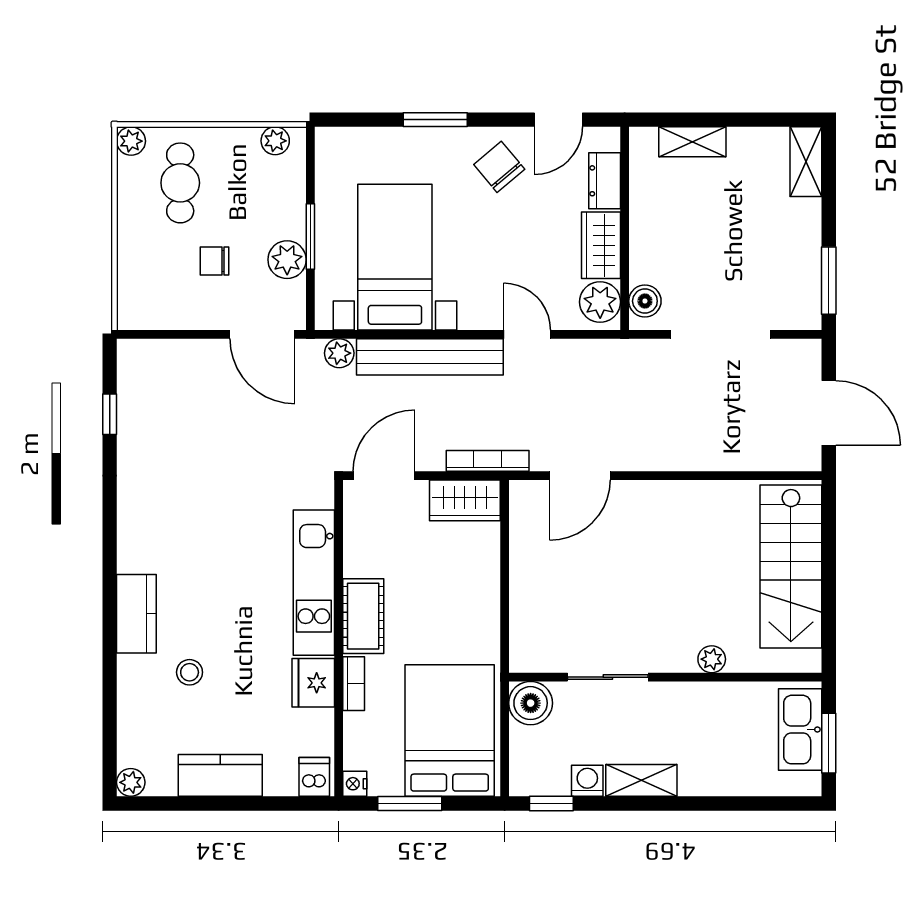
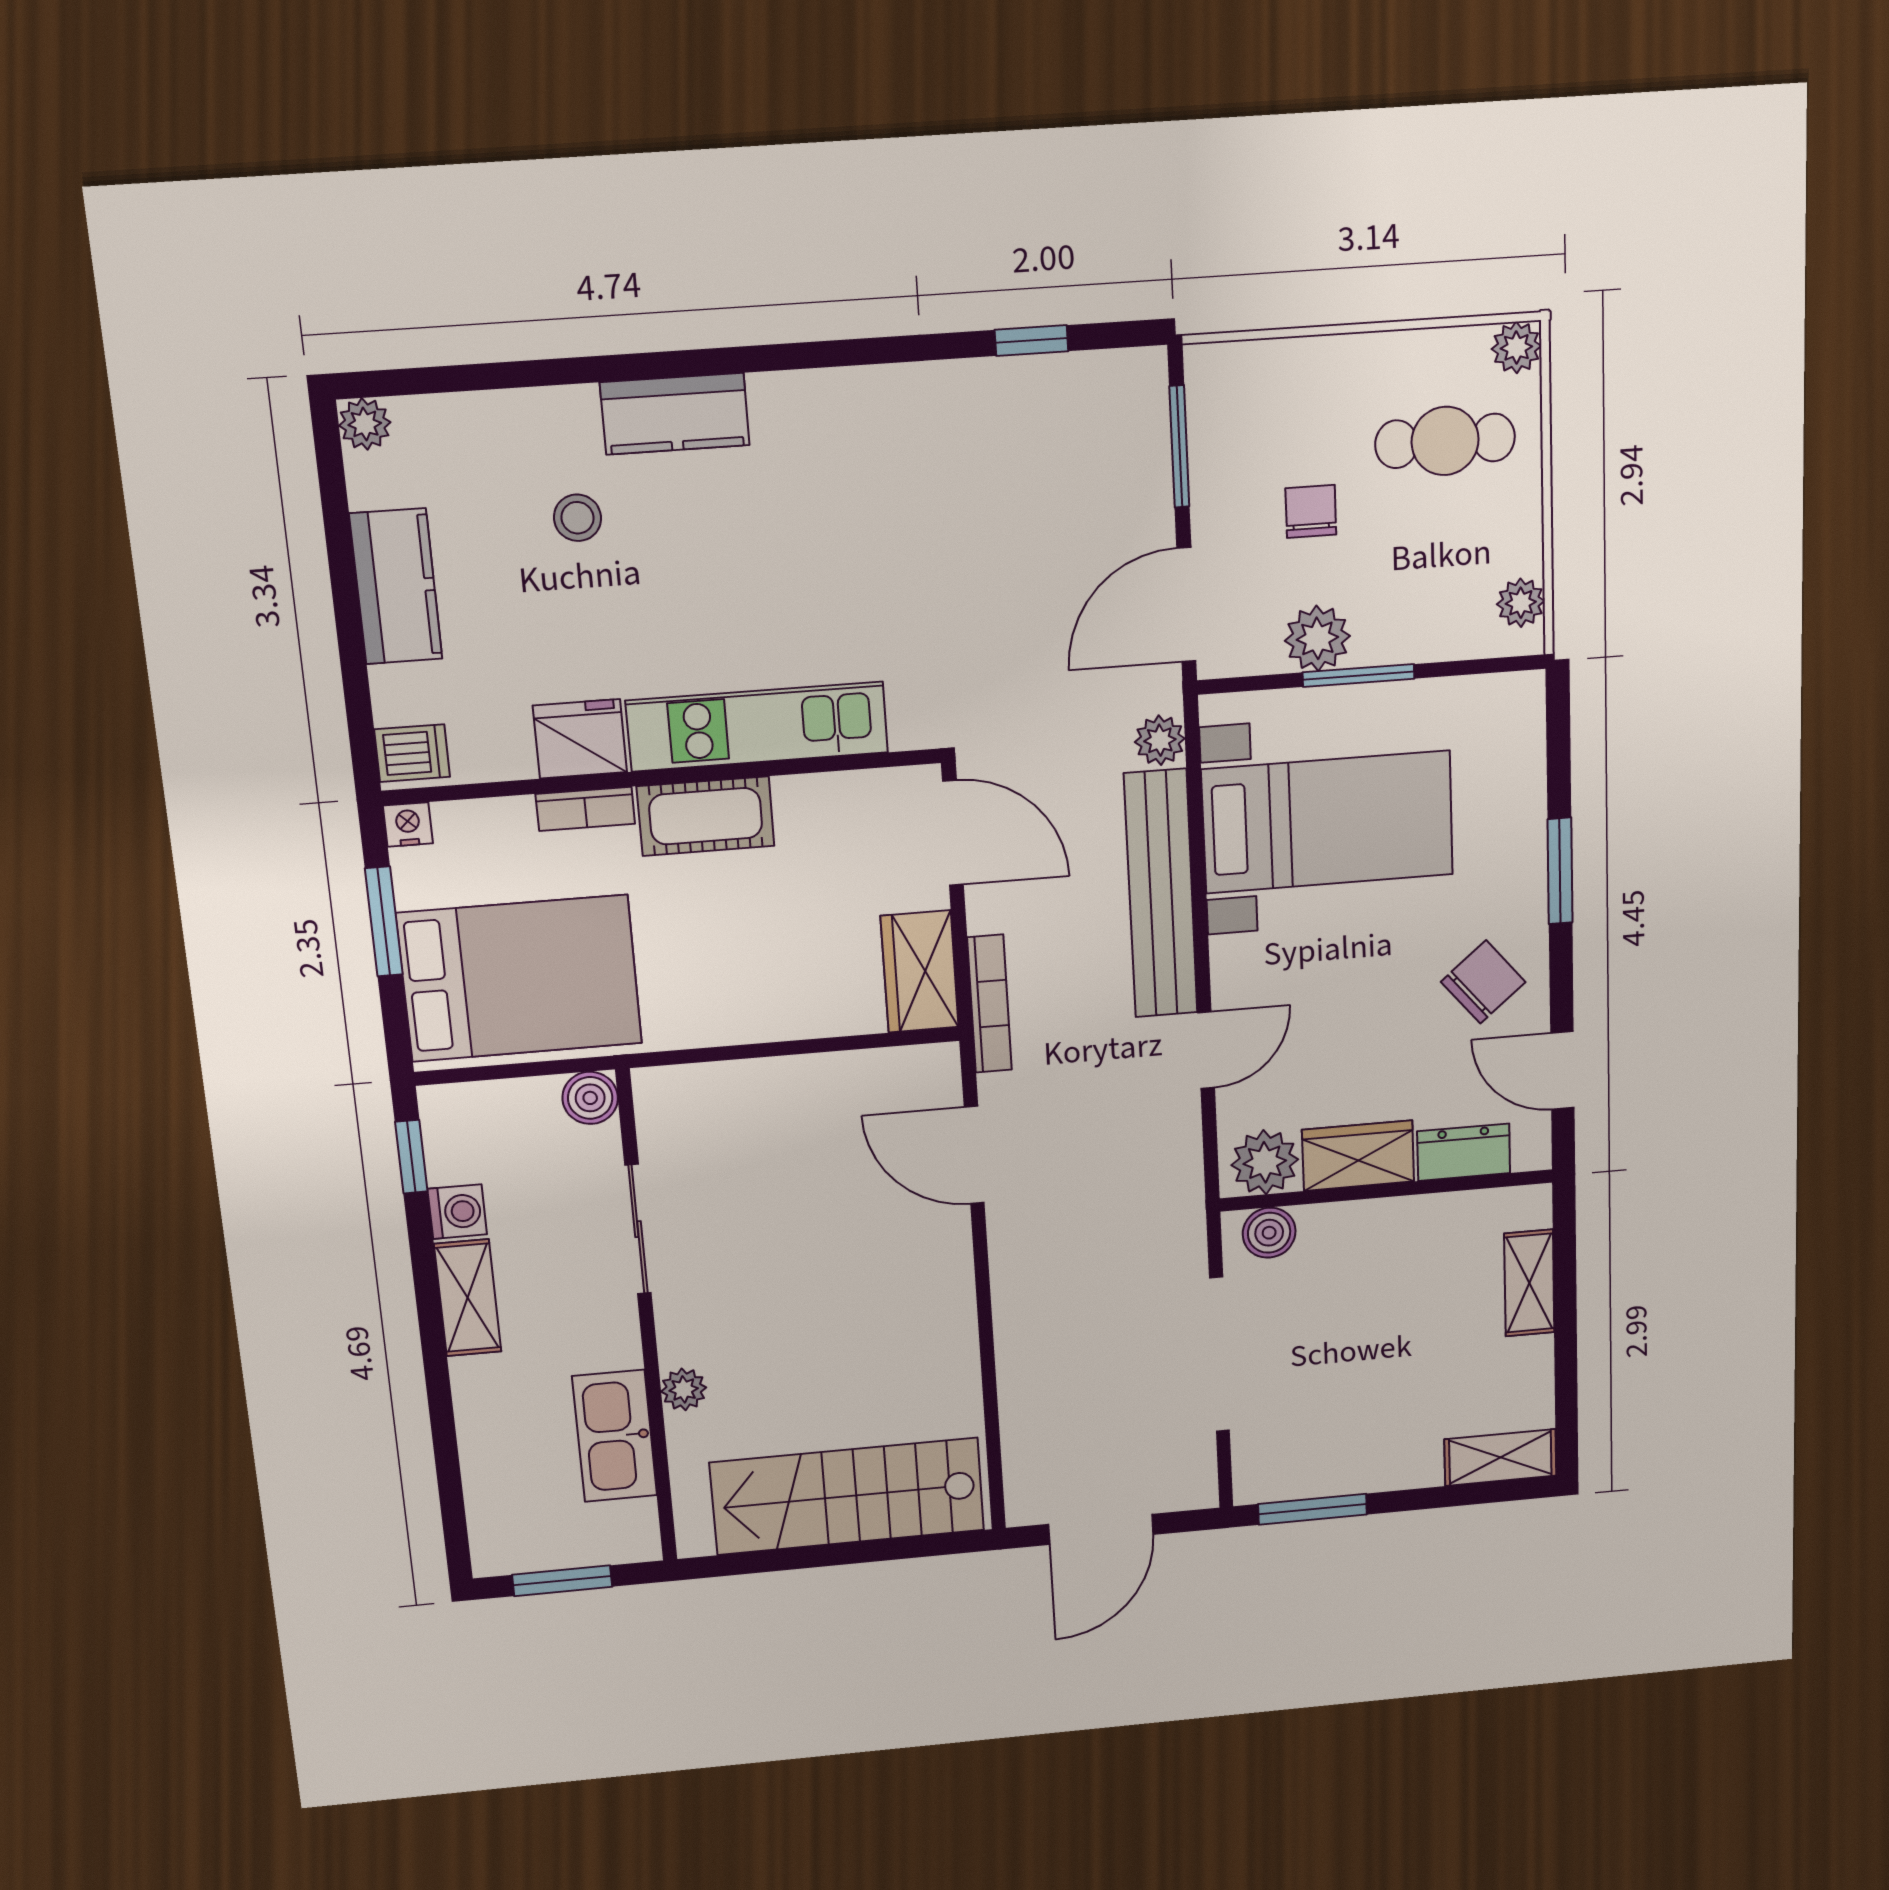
window: (173, 334) -> (1179, 447), added
boiler: (531, 703) -> (590, 1098), width x0.73, depth x0.73
kitchen sink: (800, 730) -> (615, 1436), moved, turned -90

